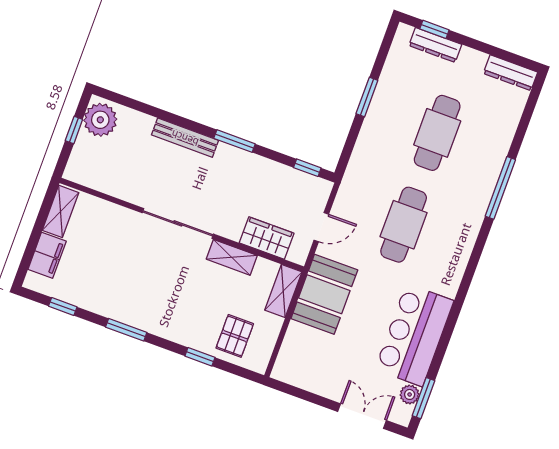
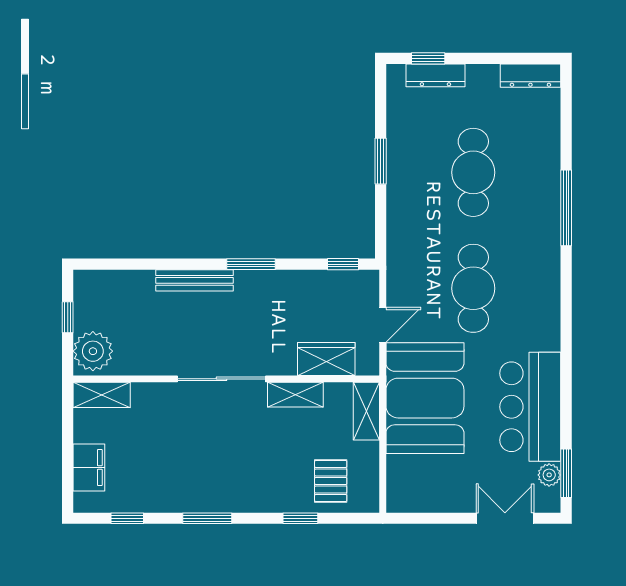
plant: (100, 120) -> (93, 351), moved
shelving: (61, 211) -> (102, 395), moved, turned 90
booth: (324, 294) -> (425, 398), width x1.36, depth x1.42

